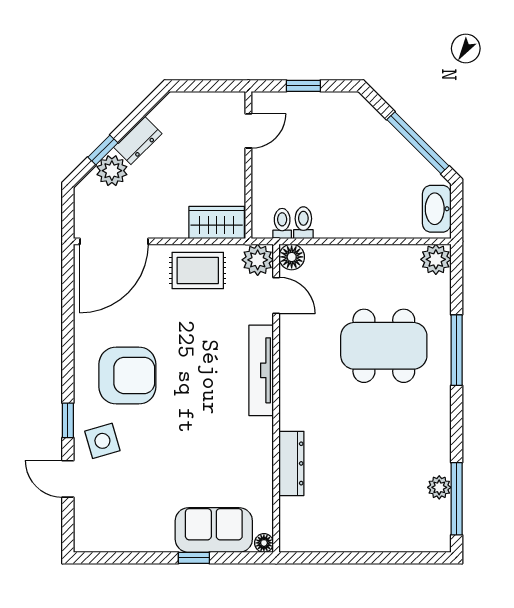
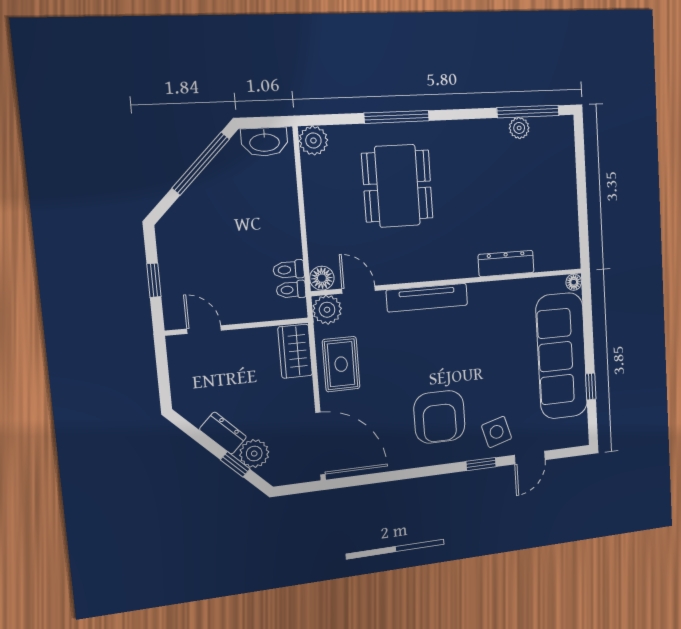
door: (276, 295) -> (359, 290), hinge flipped
armchair: (127, 375) -> (439, 417), turned 180
sofa: (214, 530) -> (562, 356), width x1.85, depth x1.27
window: (194, 558) -> (591, 386), moved

